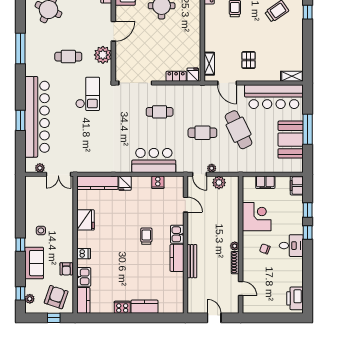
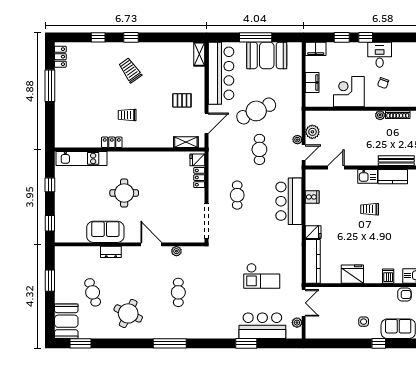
plant: (103, 55) -> (176, 251), width x0.53, depth x0.53
checkout: (88, 94) -> (262, 276), moved, turned 180
bar counter: (37, 117) -> (262, 326), width x0.54

